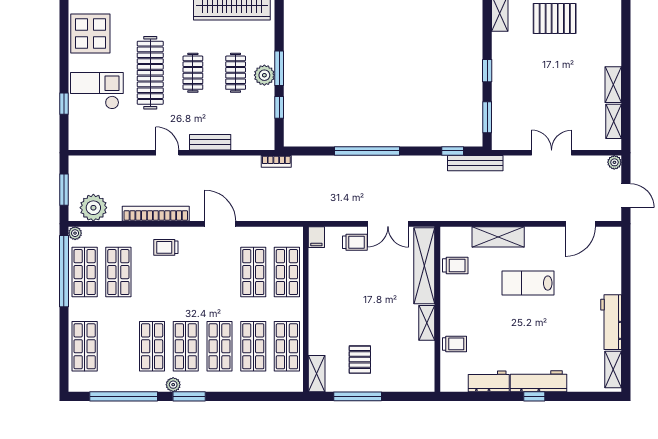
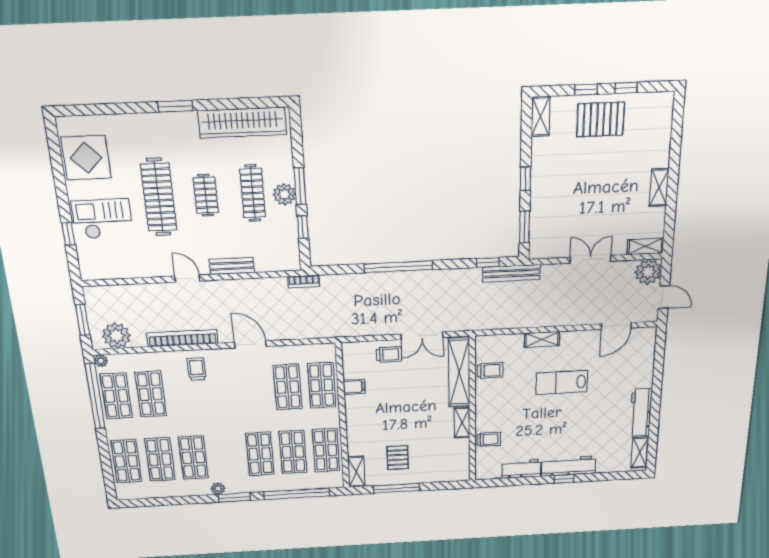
clothes rail: (236, 73) -> (253, 193), width x1.36
shelving: (614, 121) -> (645, 246), moved, turned 90
plant: (614, 162) -> (648, 272), width x1.88, depth x1.88
filing cabinet: (316, 237) -> (354, 387), moved, turned -90
shelving: (498, 237) -> (542, 339), width x0.67, depth x0.75
trolley: (166, 247) -> (197, 369), turned 90
shop shelf: (186, 346) -> (160, 459), moved
window: (124, 396) -> (297, 494), moved

